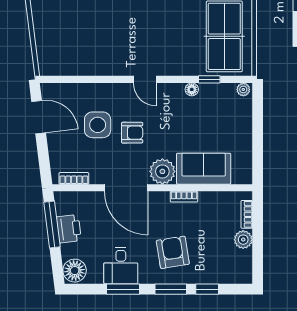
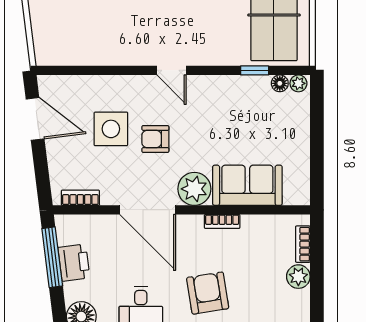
floor lamp: (192, 89) -> (280, 83), moved
armchair: (132, 133) -> (155, 139), turned 180

